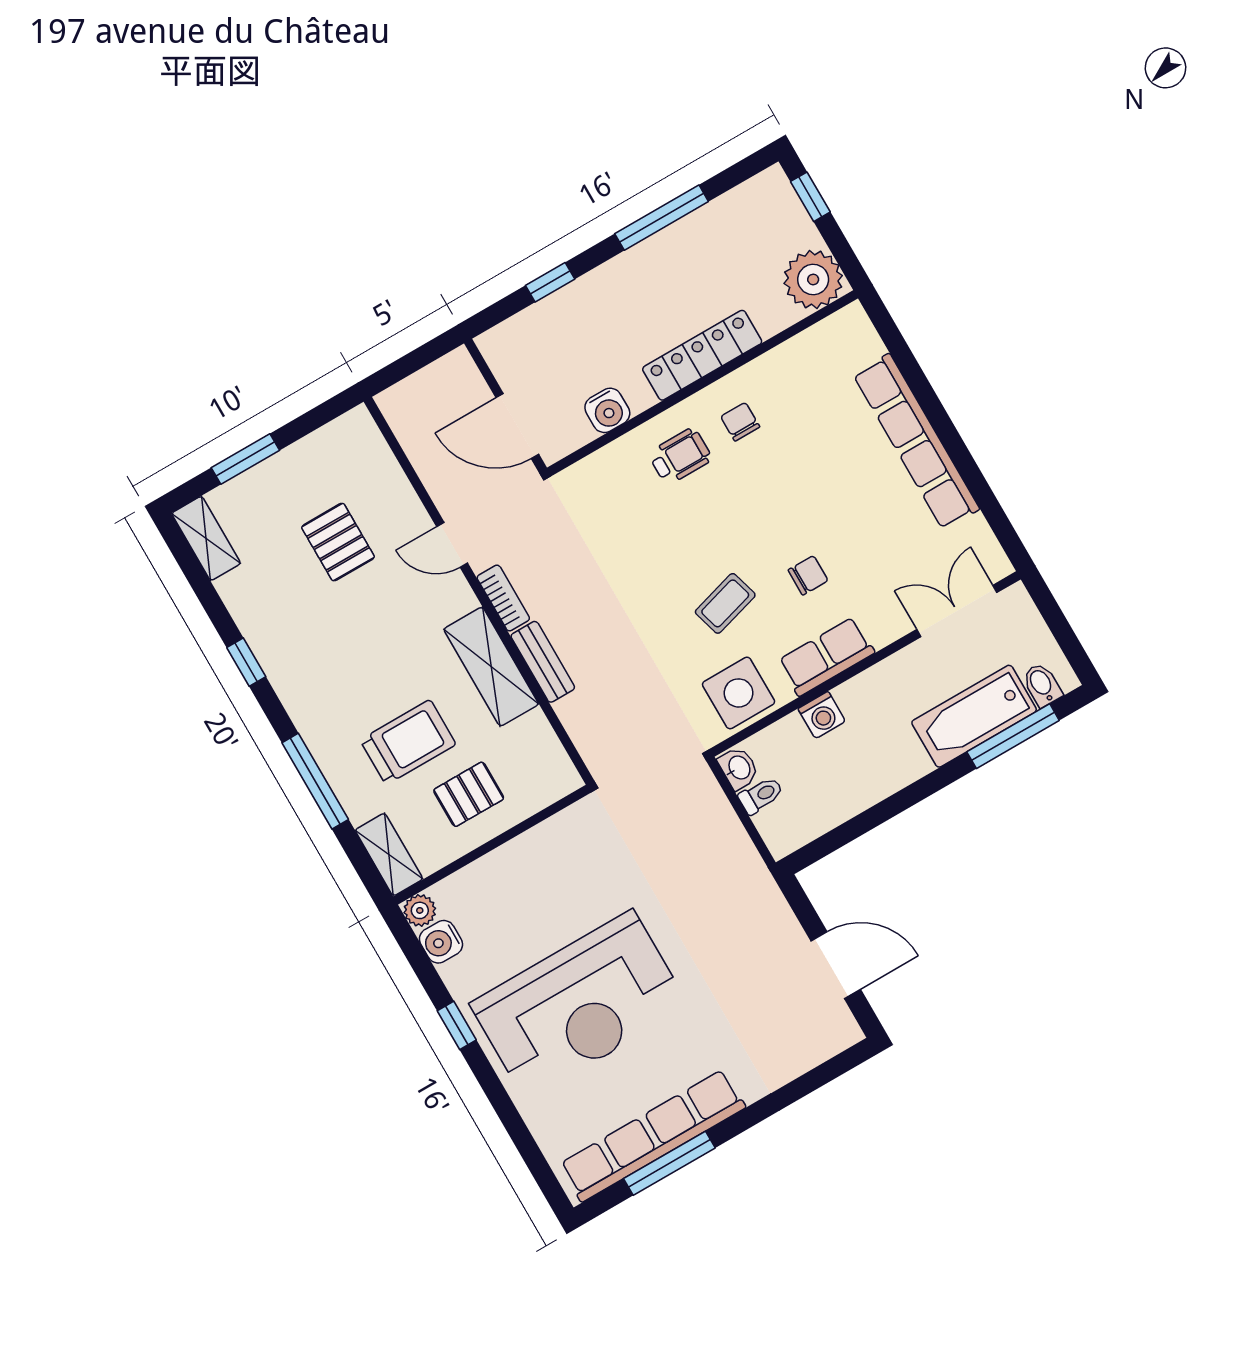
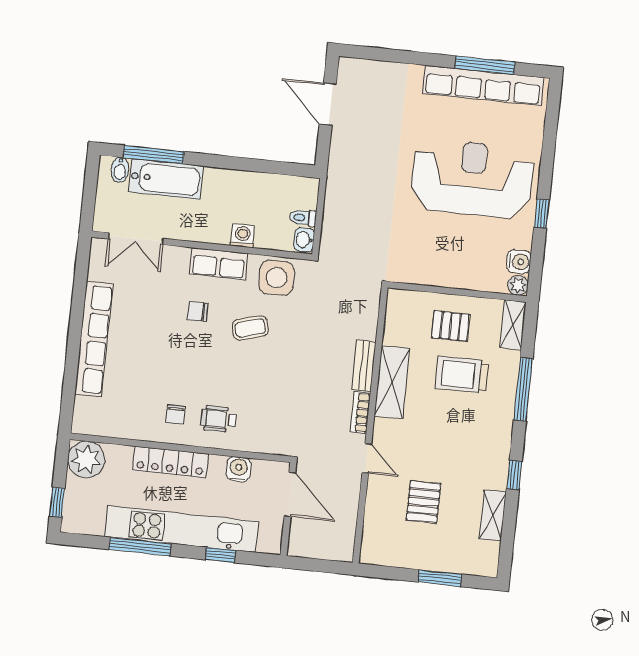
kitchen unit: (625, 279) -> (182, 529), added
shelving: (206, 538) -> (493, 515), moved

